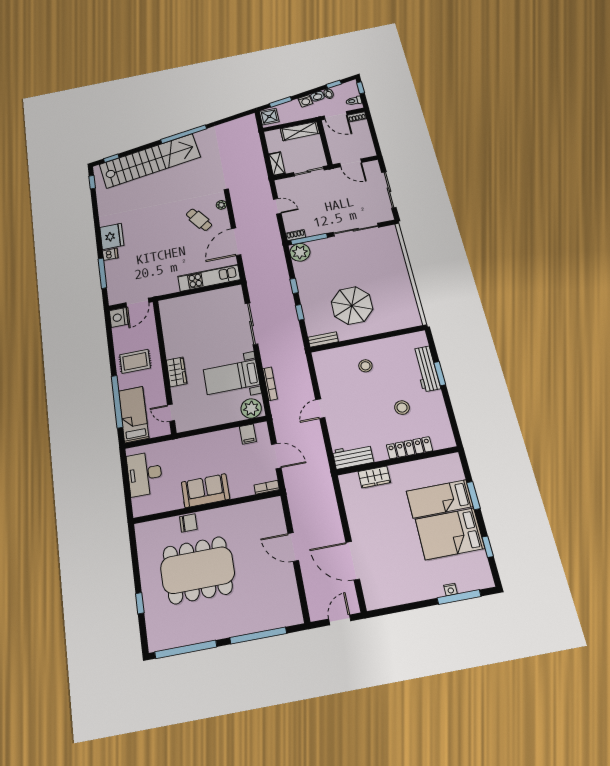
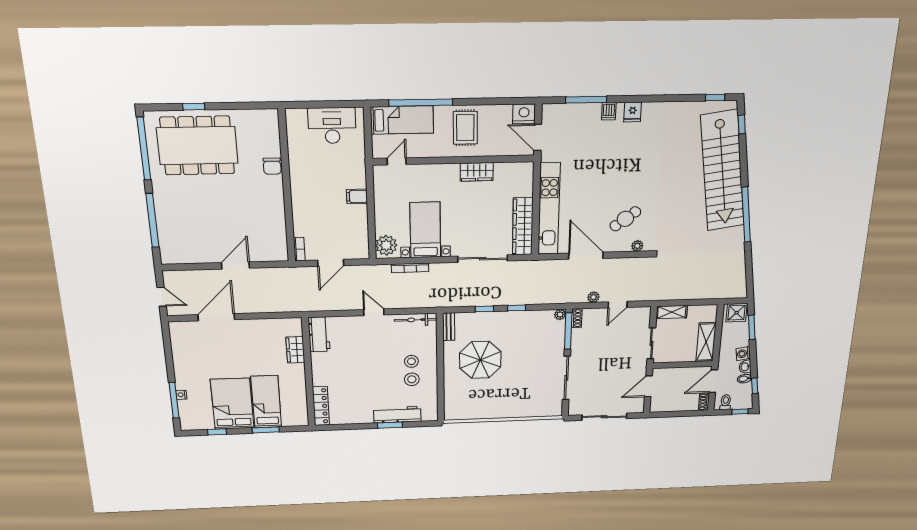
plant: (273, 227) -> (593, 297), added
fridge: (112, 236) -> (633, 112), width x0.53, depth x0.75
plant: (300, 252) -> (560, 315), width x0.53, depth x0.53
kitchen unit: (209, 278) -> (549, 209), width x1.36
wardrobe: (217, 297) -> (523, 226), added
bicycle: (321, 370) -> (415, 320), added
wardrobe: (177, 372) -> (477, 172), moved
stool: (402, 408) -> (412, 379), moved
filing cabinet: (248, 434) -> (357, 196), moved
locker: (409, 448) -> (321, 406), moved
sofa: (205, 491) -> (304, 188), removed
dining table: (197, 570) -> (197, 146), moved, turned 90

